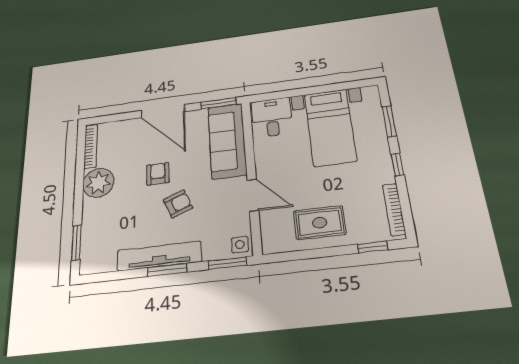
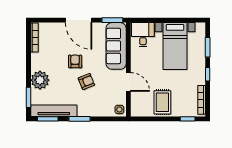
plant: (98, 183) -> (40, 80), moved
rug: (320, 223) -> (162, 102), turned 90
tv unit: (159, 256) -> (54, 111), moved
window: (227, 263) -> (48, 119), moved

